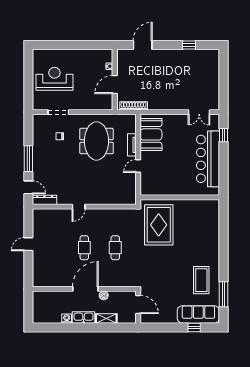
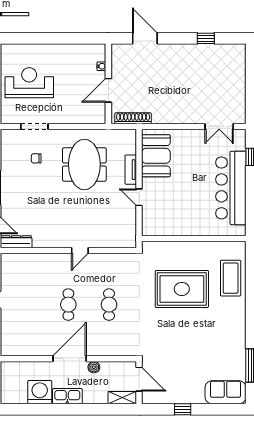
door: (143, 45) -> (145, 38), hinge flipped
door: (138, 166) -> (139, 197), hinge flipped
door: (79, 207) -> (80, 251), moved
rug: (159, 225) -> (182, 289), moved, turned 90
coffee table: (201, 280) -> (231, 278), moved
sofa: (198, 314) -> (226, 392), width x0.73
washing machine: (67, 319) -> (40, 392), width x1.89, depth x1.89
shelving: (106, 319) -> (122, 398), moved
window: (194, 327) -> (183, 409), moved

